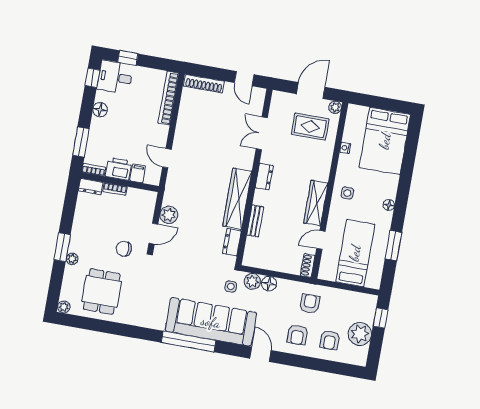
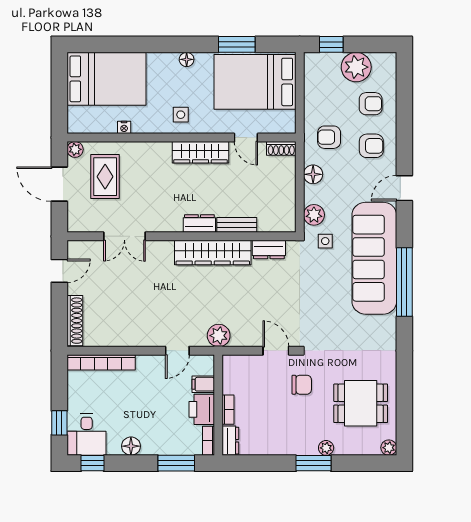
dresser: (264, 176) -> (199, 223), moved
plant: (169, 215) -> (219, 336), moved
chair: (124, 249) -> (302, 385), turned -90
bed: (355, 253) -> (255, 82), width x1.50
floor lamp: (269, 284) -> (313, 174), moved

